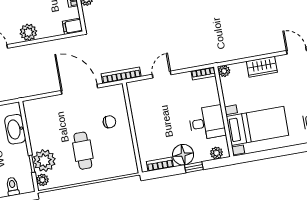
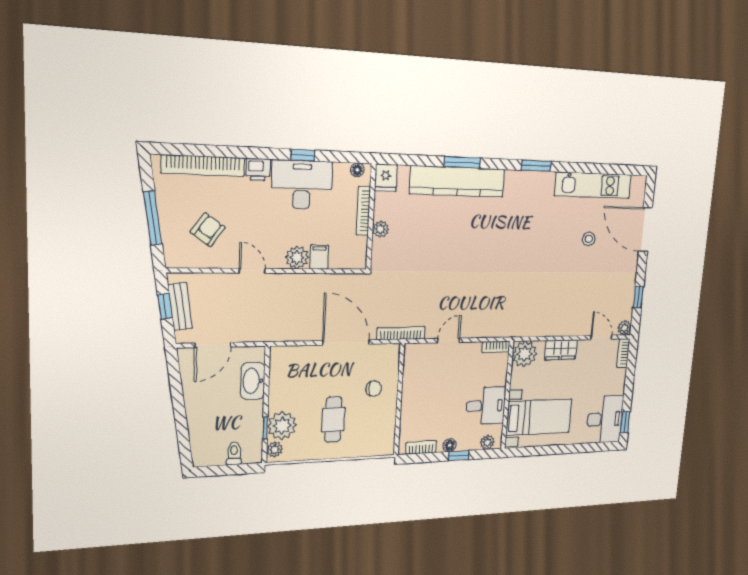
filing cabinet: (72, 26) -> (319, 257), moved, turned 90
plant: (224, 71) -> (525, 354), width x1.88, depth x1.88
floor lamp: (183, 155) -> (450, 445), width x0.53, depth x0.53

